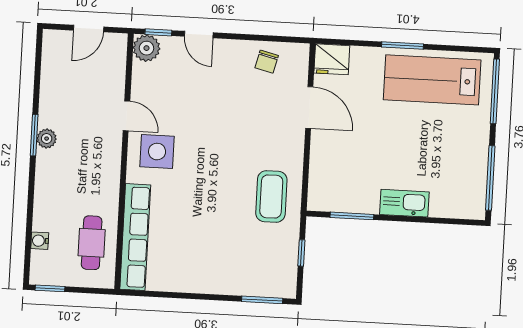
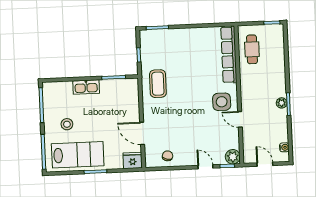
door: (89, 29) -> (265, 164), hinge flipped
stool: (446, 138) -> (67, 124), added
water cooler: (40, 241) -> (284, 147), moved

